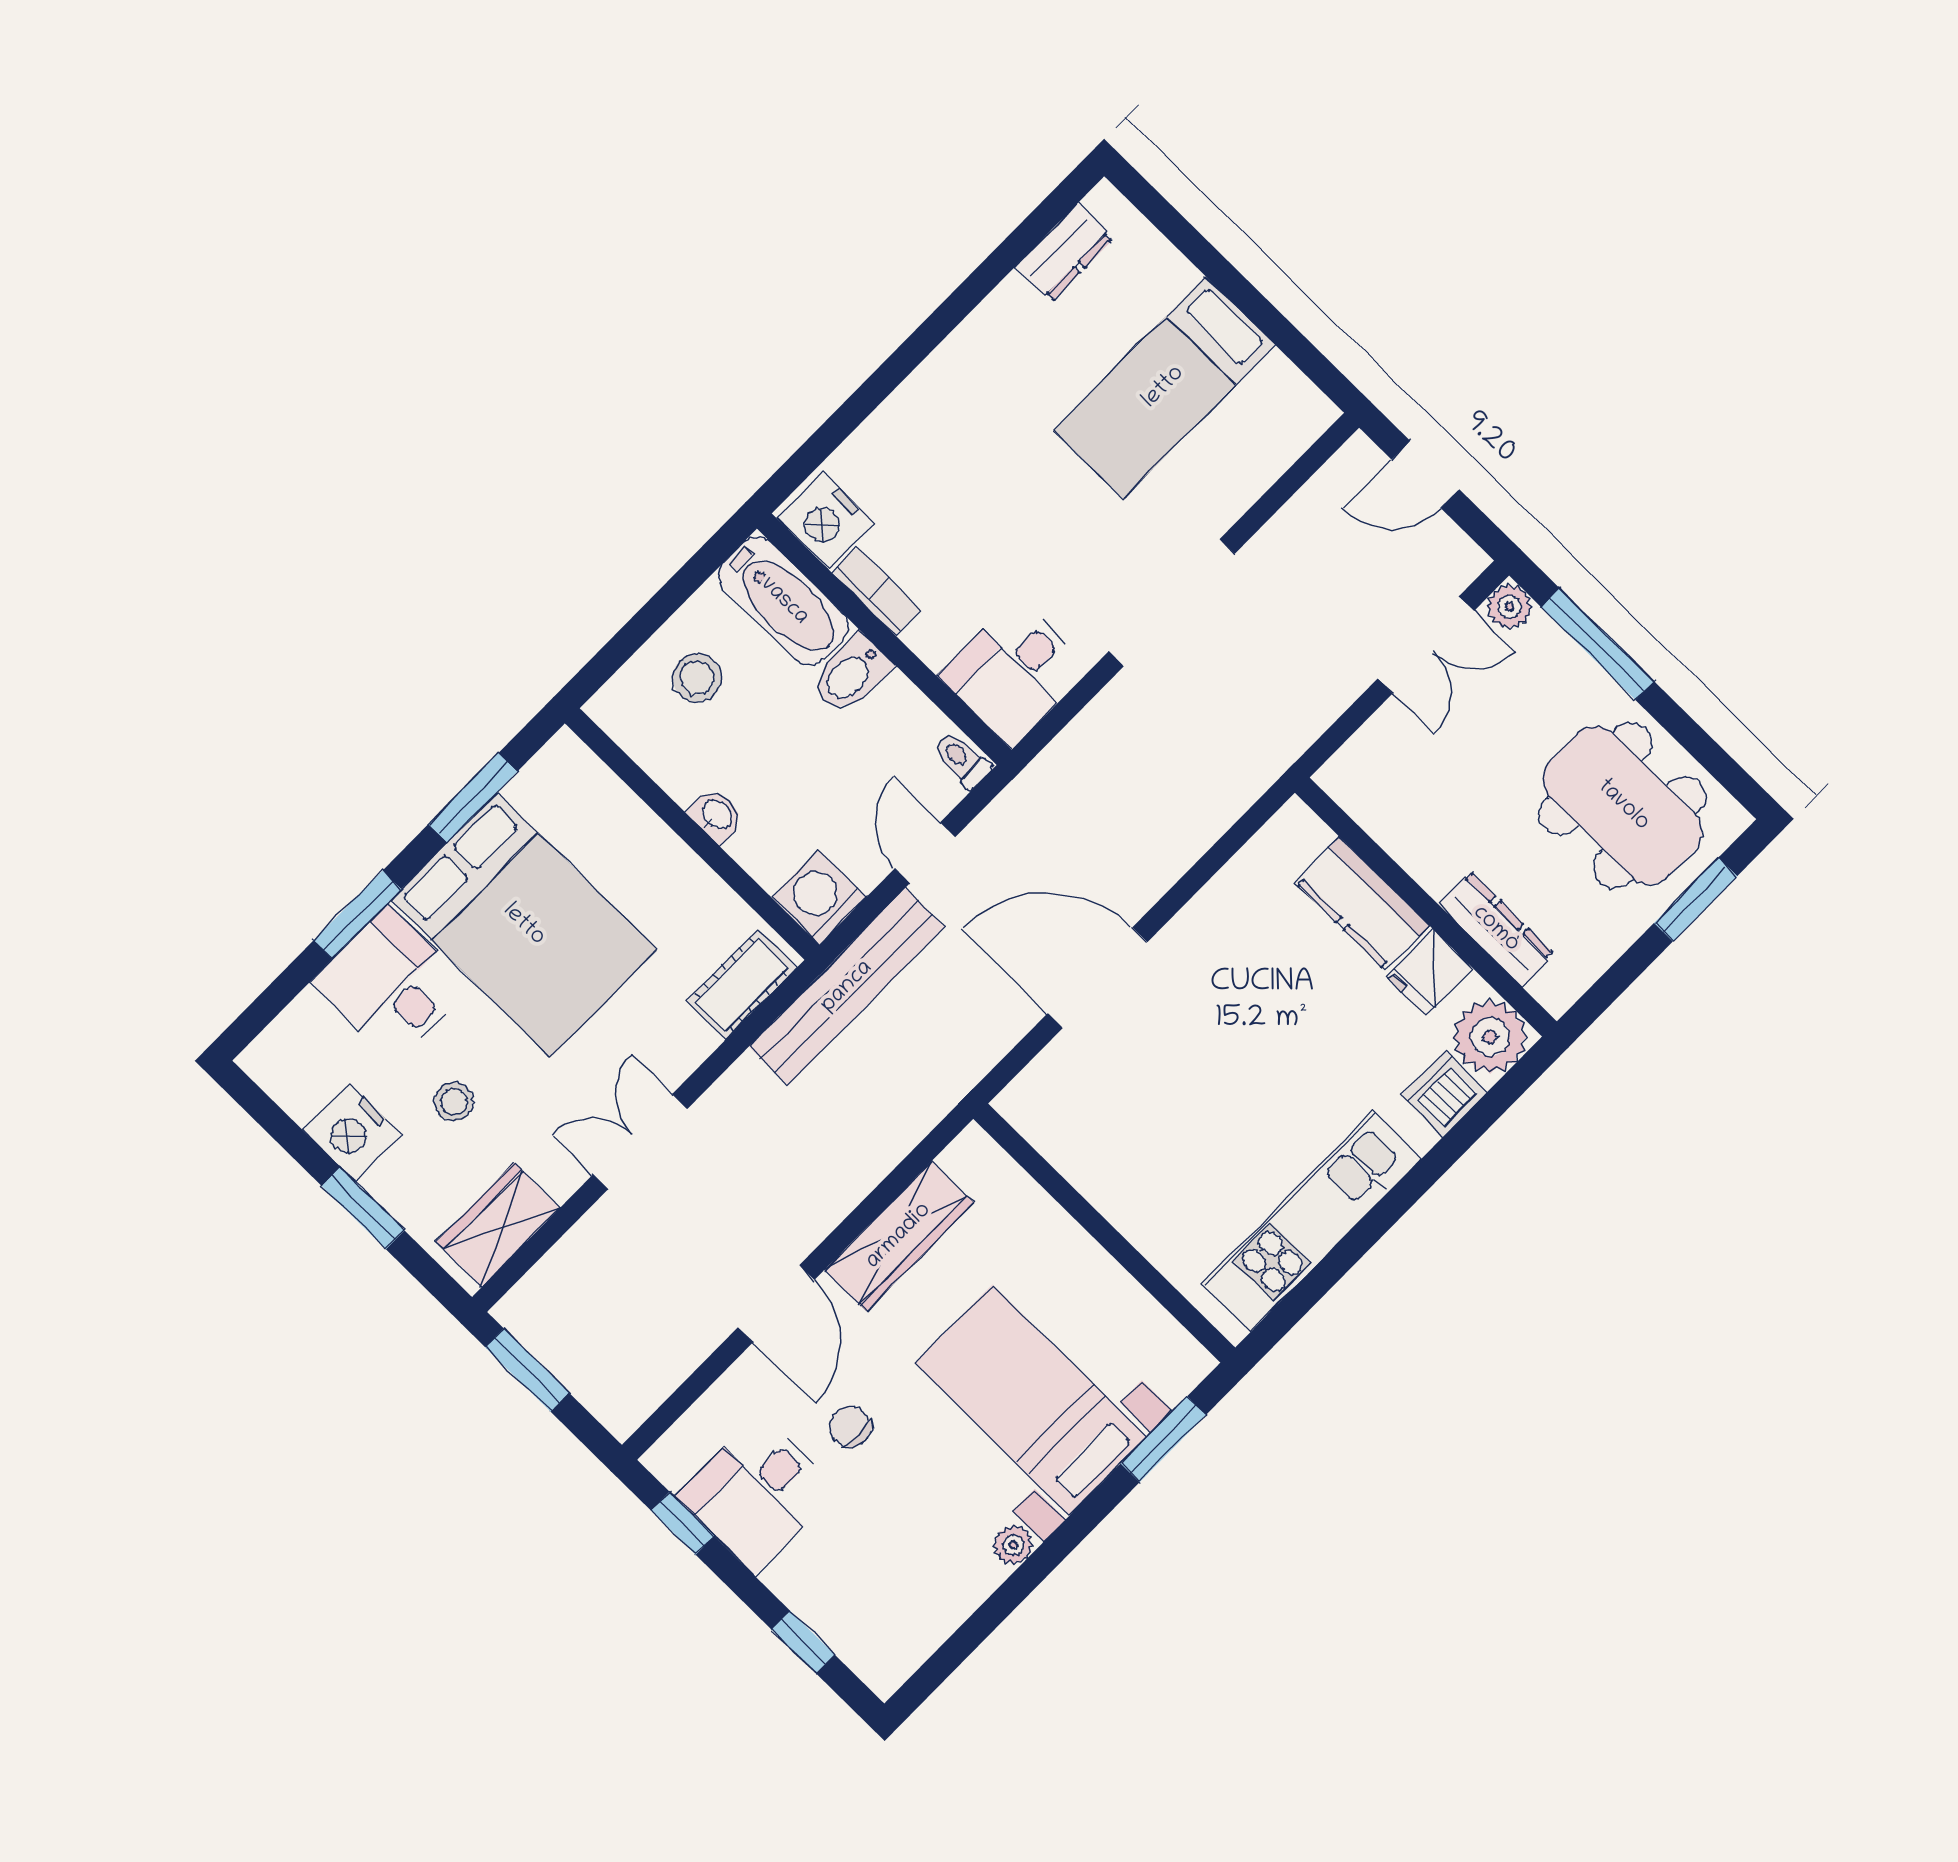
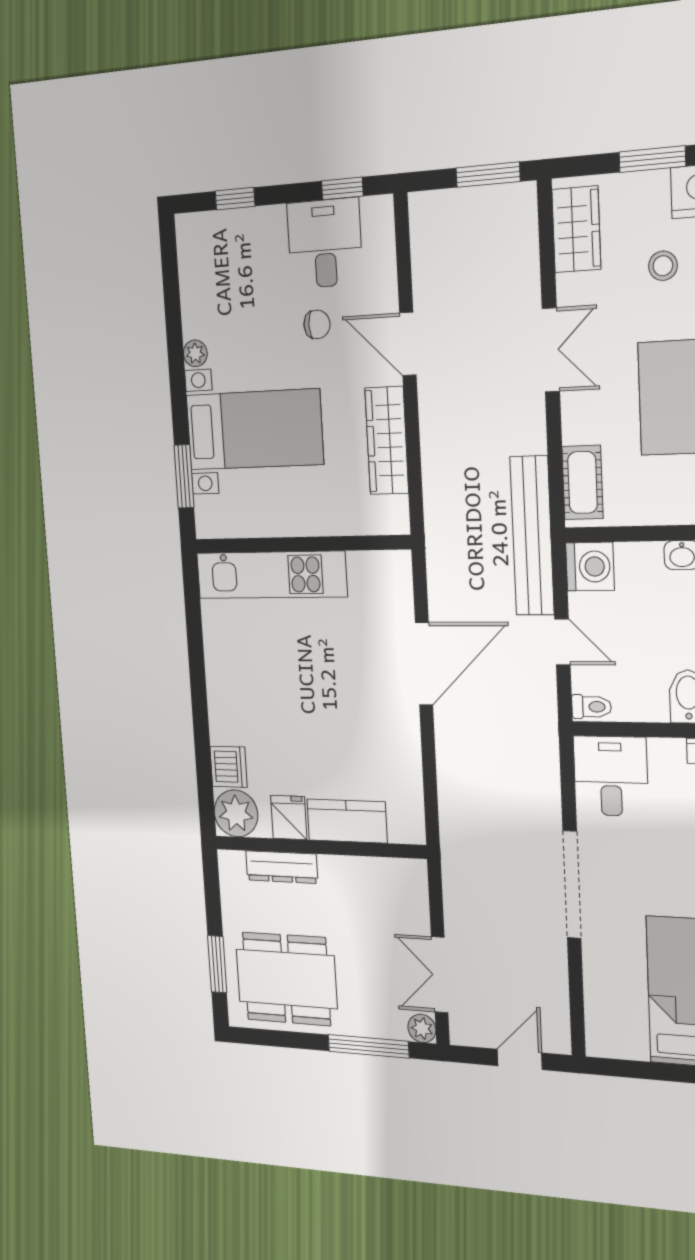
kitchen unit: (1311, 1222) -> (271, 575), moved, turned 90

